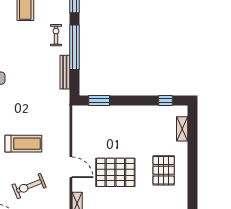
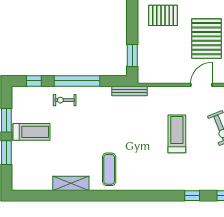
bench: (65, 72) -> (130, 91), moved
pallet: (138, 130) -> (163, 15), added

